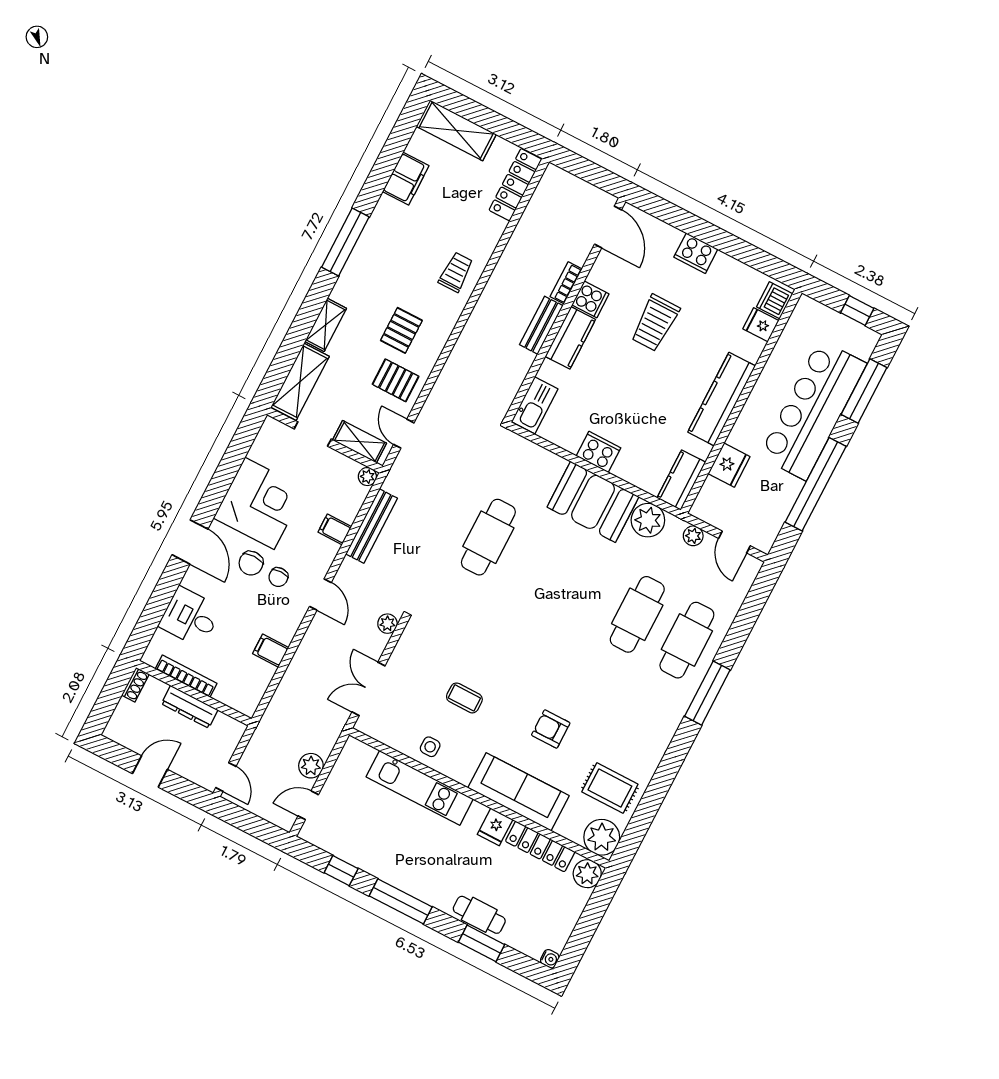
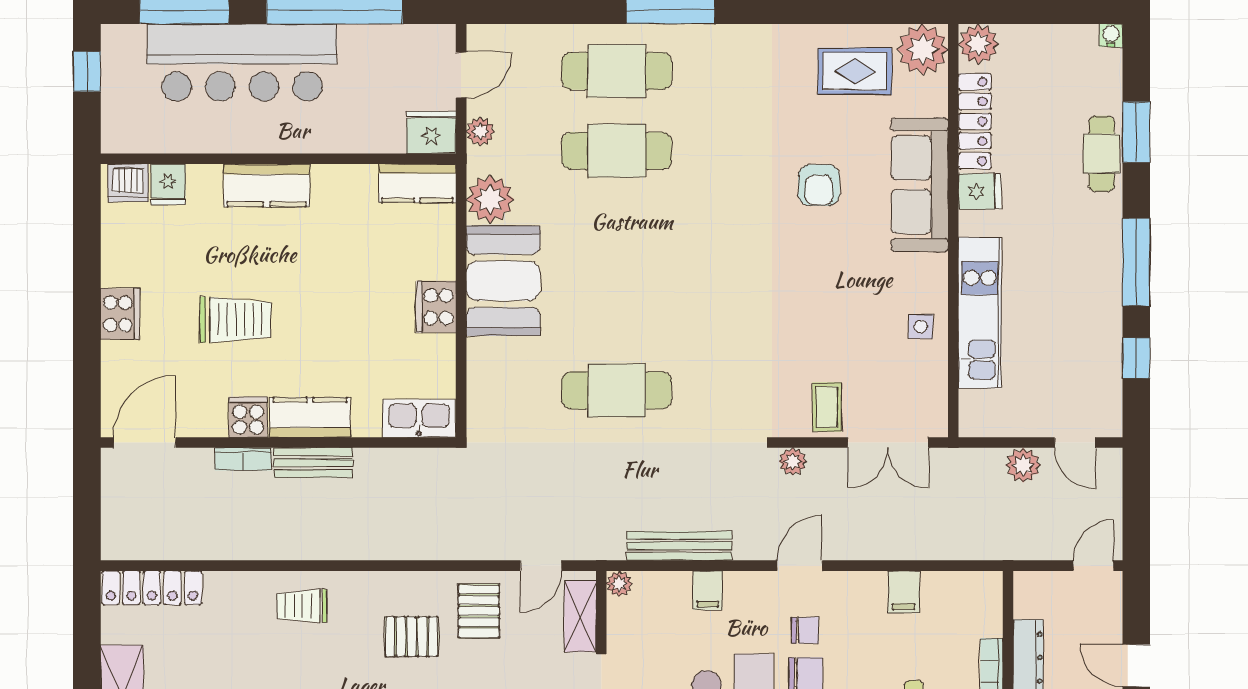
kitchen counter: (722, 399) -> (267, 185), width x0.67
fridge: (729, 465) -> (431, 132), moved
coffee table: (464, 698) -> (827, 407), moved
rug: (610, 788) -> (855, 71), turned 90

